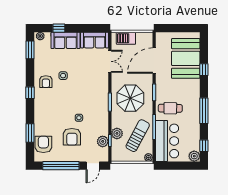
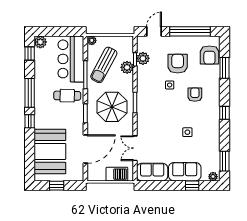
window: (180, 28) -> (57, 186), added
window: (204, 70) -> (30, 121), moved
armchair: (46, 82) -> (195, 95), moved

